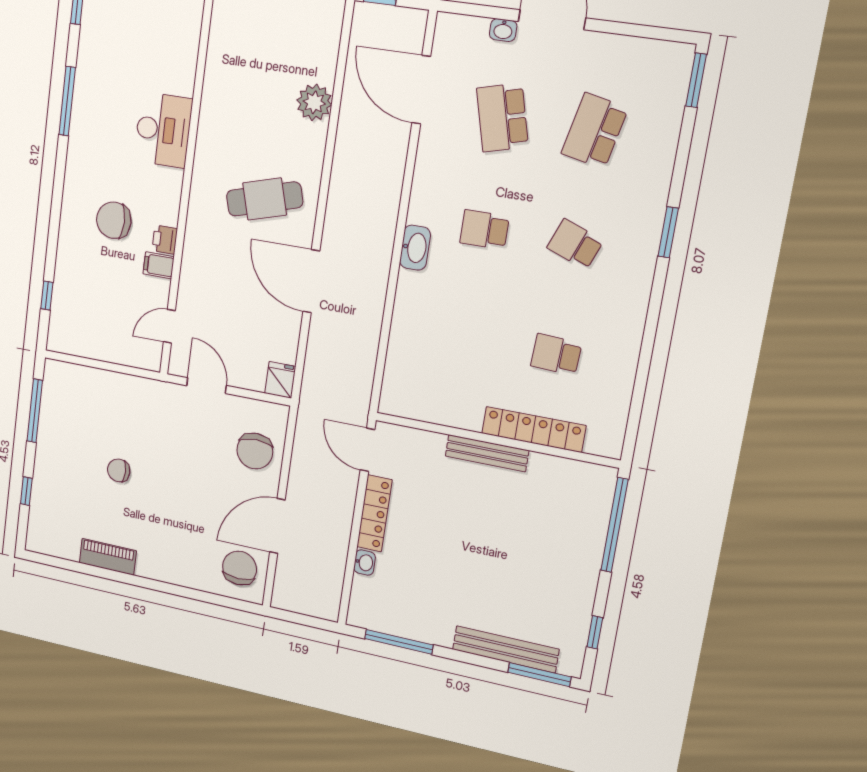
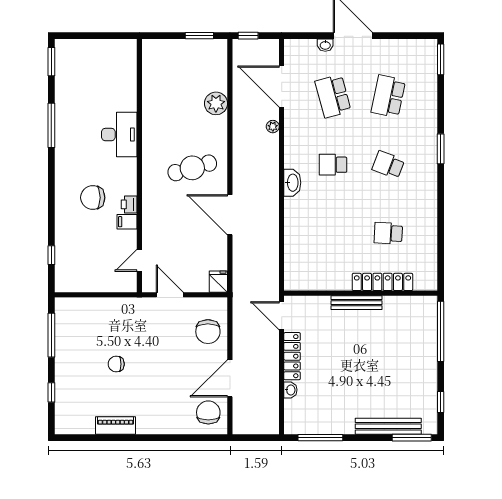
plant: (398, 153) -> (273, 127), added

